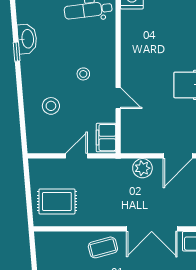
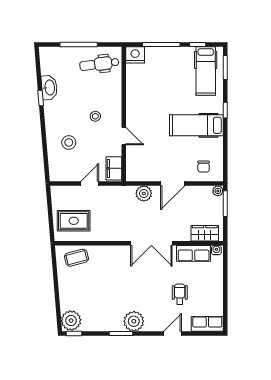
coffee table: (103, 247) -> (76, 258), moved

